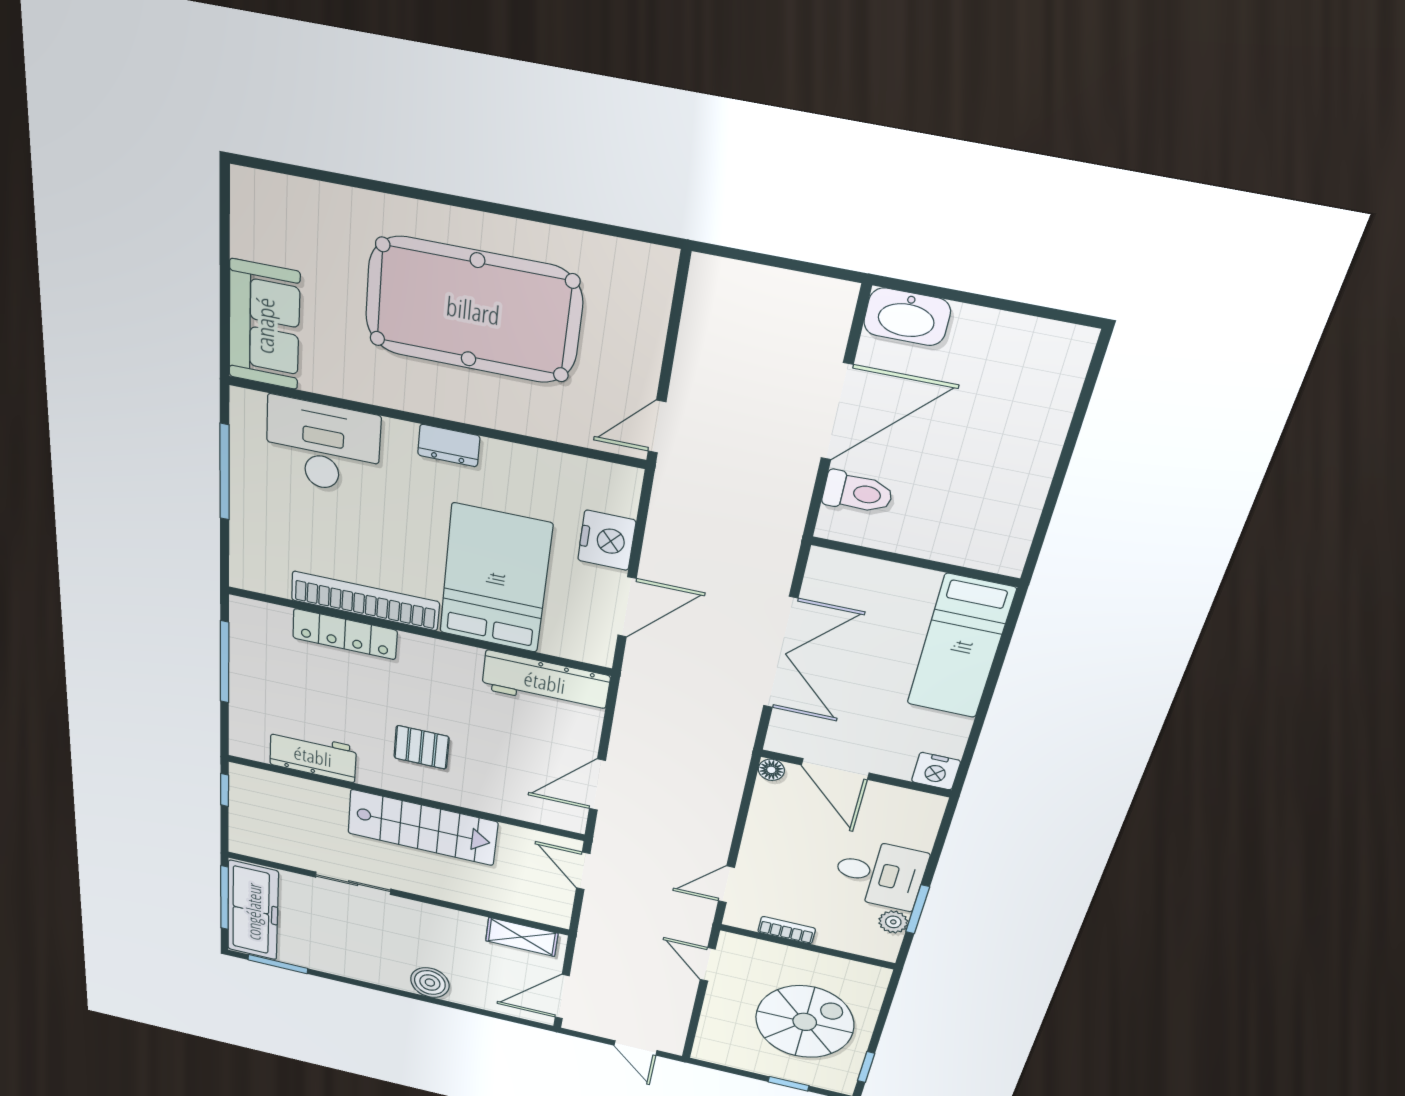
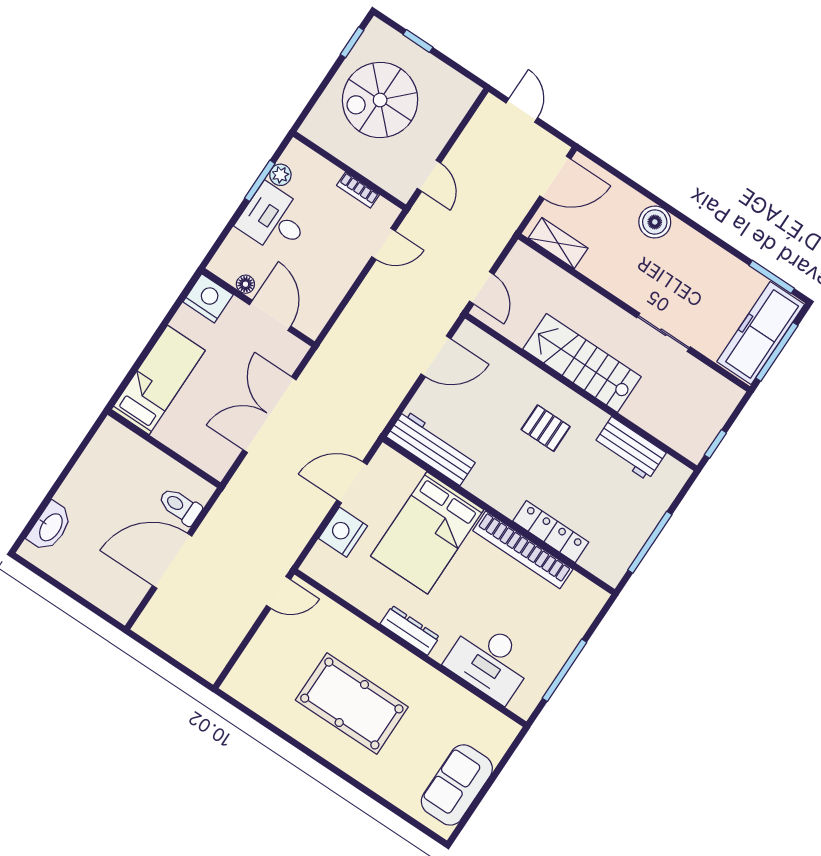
pool table: (473, 310) -> (352, 704), width x0.73, depth x0.76
washbasin: (907, 317) -> (50, 527), moved, turned 90
sofa: (264, 325) -> (457, 785), moved
dresser: (449, 445) -> (410, 630), width x1.44
floor lamp: (771, 770) -> (245, 284), moved
nightstand: (936, 771) -> (208, 298), width x1.36, depth x1.33

